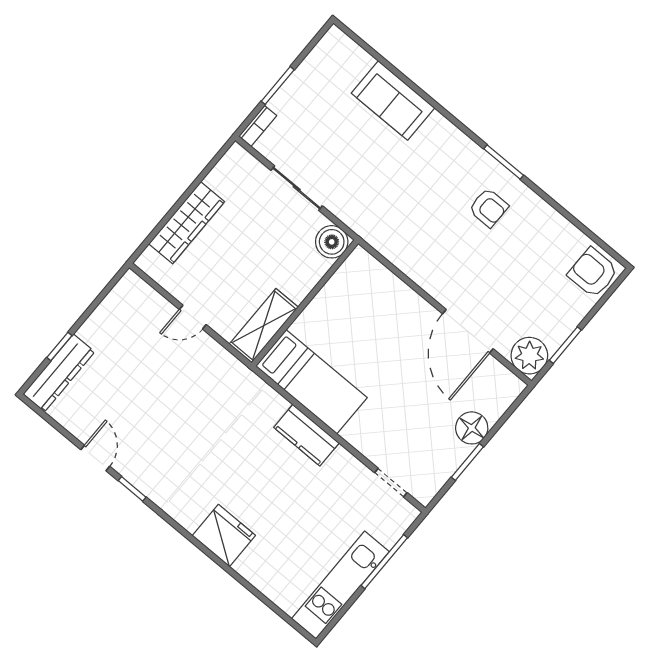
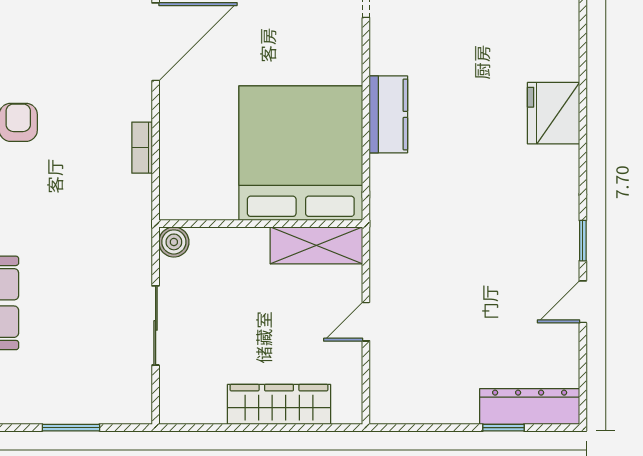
bookcase: (258, 126) -> (142, 148), moved, turned -90
boiler: (332, 242) -> (174, 242), width x0.73, depth x0.73
door: (193, 317) -> (366, 322), swing flipped
bed: (311, 382) -> (301, 153), width x2.04

